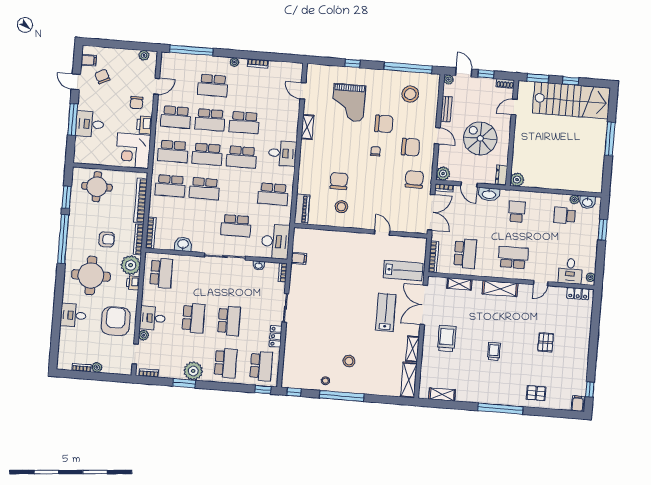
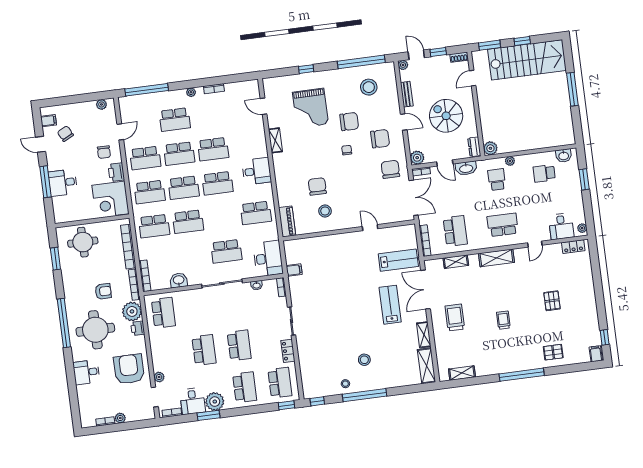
plant: (574, 199) -> (510, 161), moved
window: (63, 239) -> (64, 323), moved
desk: (153, 318) -> (193, 401), moved, turned -90

